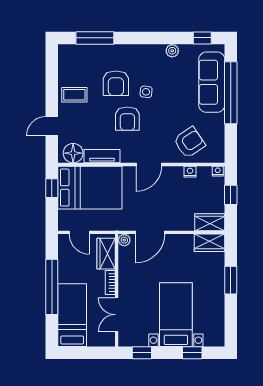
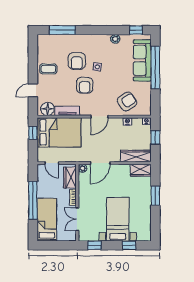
wardrobe: (210, 222) -> (136, 156), width x1.50

